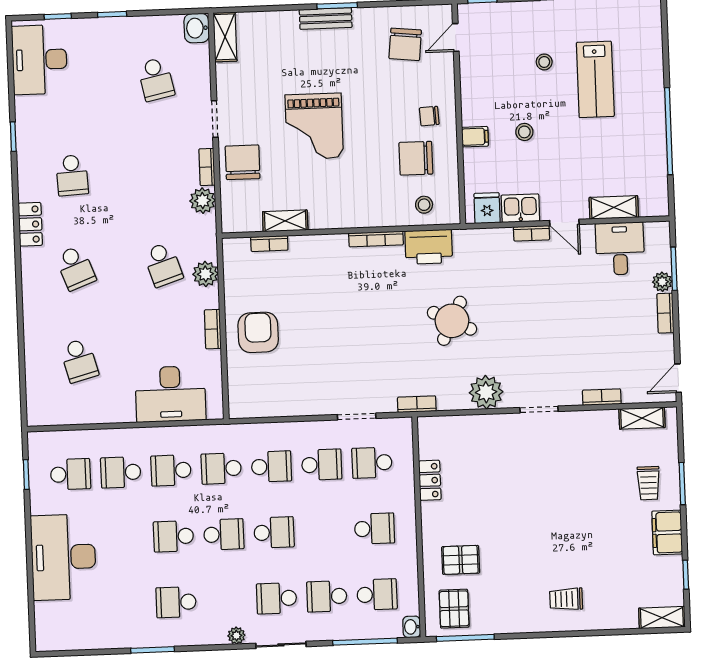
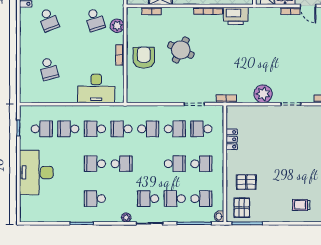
round table: (452, 321) -> (181, 50), moved
school desk: (274, 532) -> (175, 164), moved

